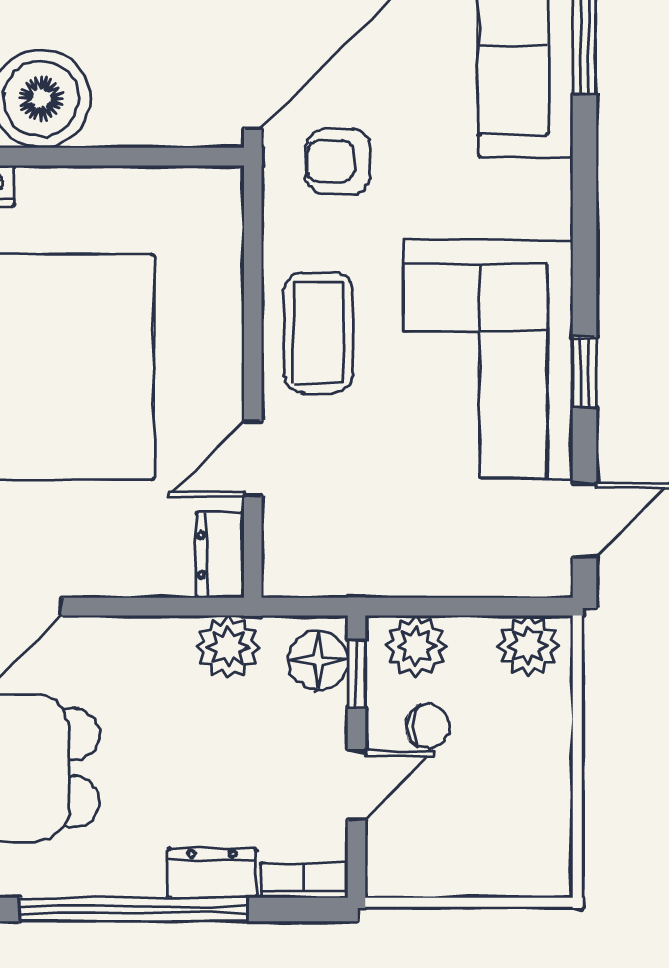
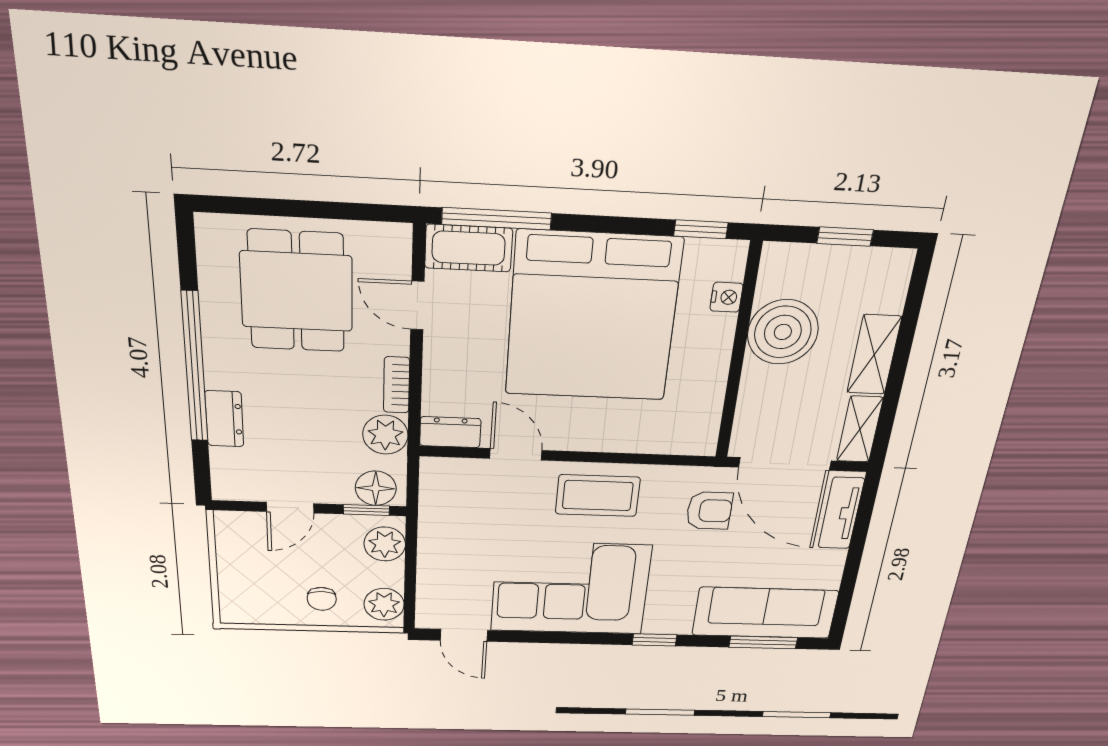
armchair: (338, 162) -> (709, 511), turned 90
window: (584, 372) -> (655, 640), moved
chair: (428, 726) -> (322, 599), moved
door: (357, 785) -> (290, 508), hinge flipped
bookcase: (304, 881) -> (397, 385), moved, turned 180

